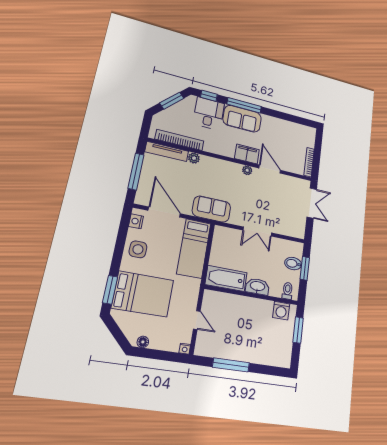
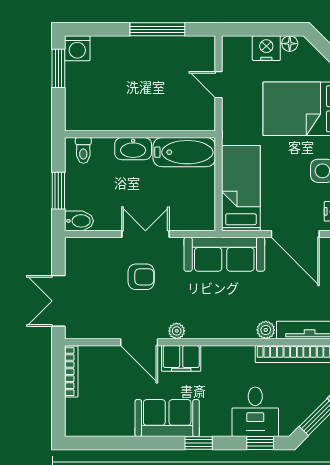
window: (244, 105) -> (199, 443), width x0.46
sofa: (242, 119) -> (167, 418), moved
armchair: (263, 206) -> (141, 277), added
sofa: (212, 209) -> (224, 254), width x1.36
bidet: (293, 264) -> (79, 221), moved
washing machine: (281, 311) -> (77, 48), moved, turned 180
window: (298, 330) -> (58, 68), moved
nightstand: (185, 349) -> (266, 48), moved, width x1.89, depth x1.79

